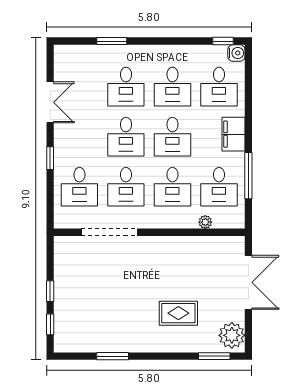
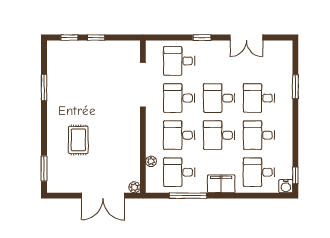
plant: (232, 335) -> (134, 187), moved, width x0.53, depth x0.53

